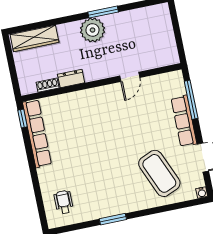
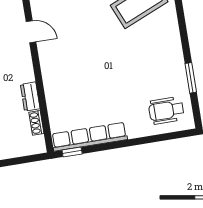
wheelchair: (64, 202) -> (166, 110), width x1.36, depth x1.37
window: (113, 219) -> (191, 78), moved

